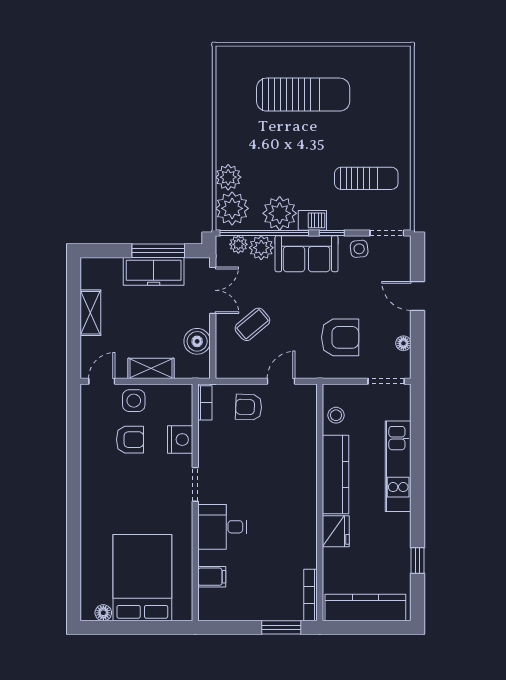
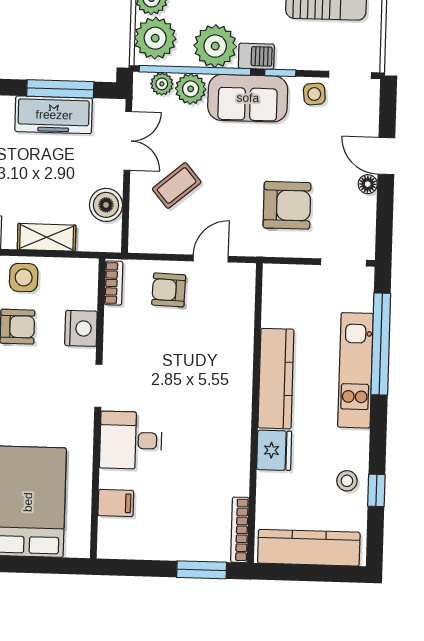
floor lamp: (403, 343) -> (368, 184), moved
stool: (336, 415) -> (347, 481), moved
window: (417, 445) -> (381, 344), added

